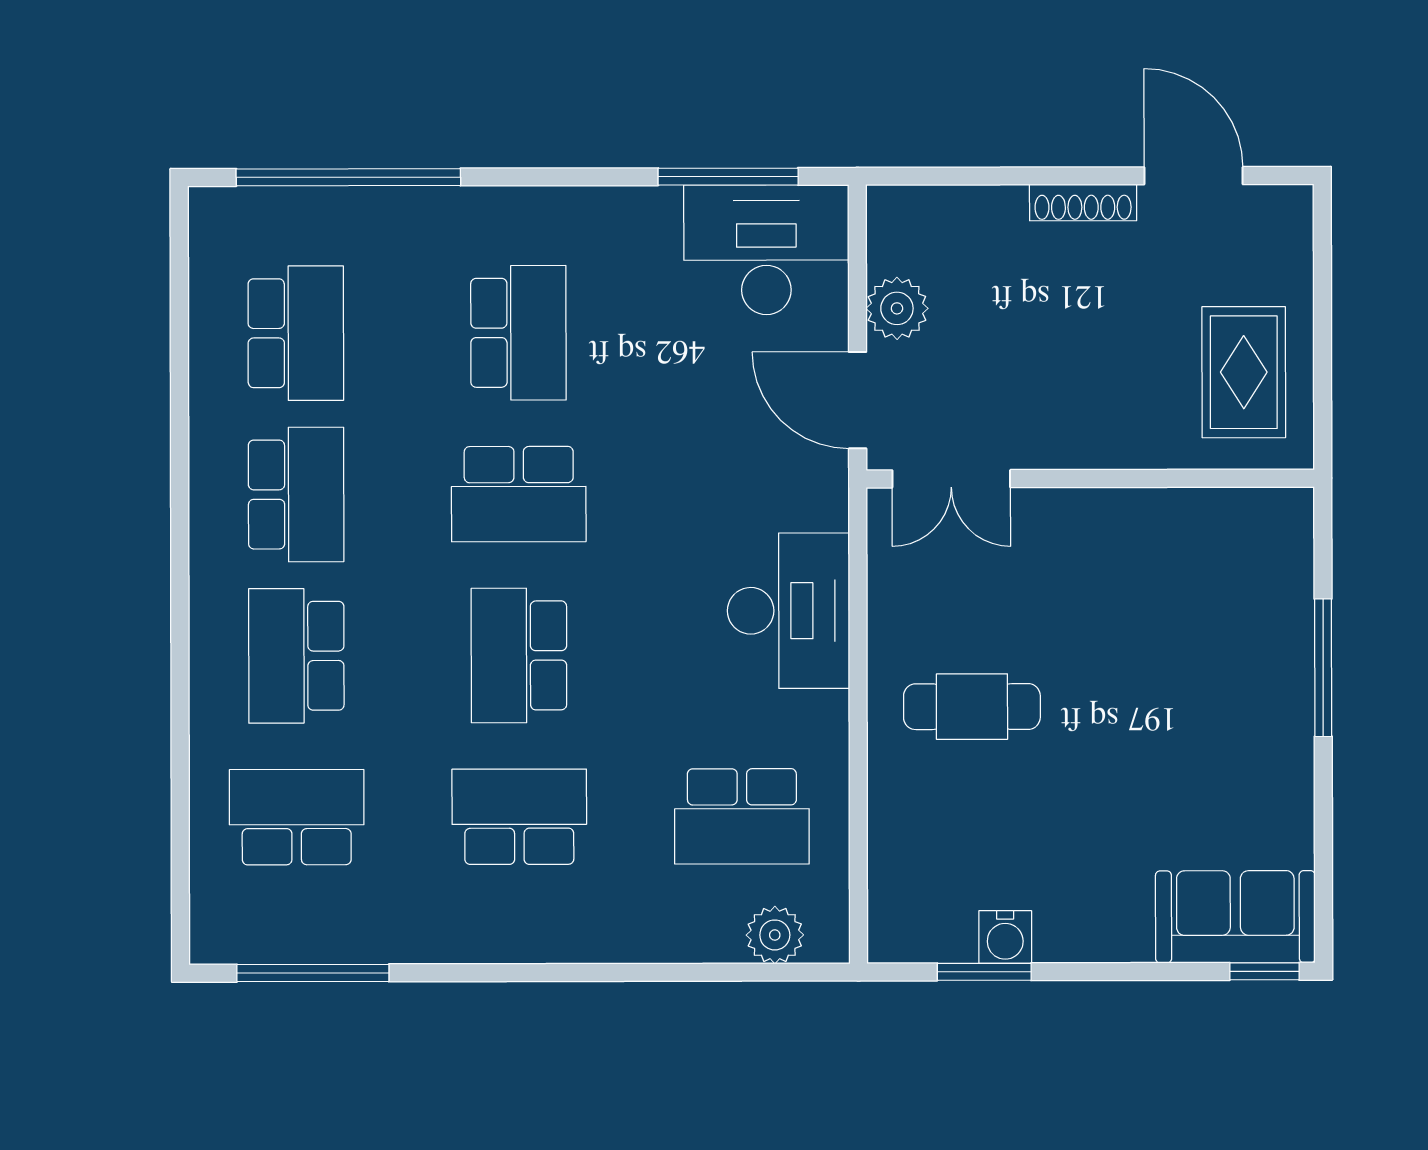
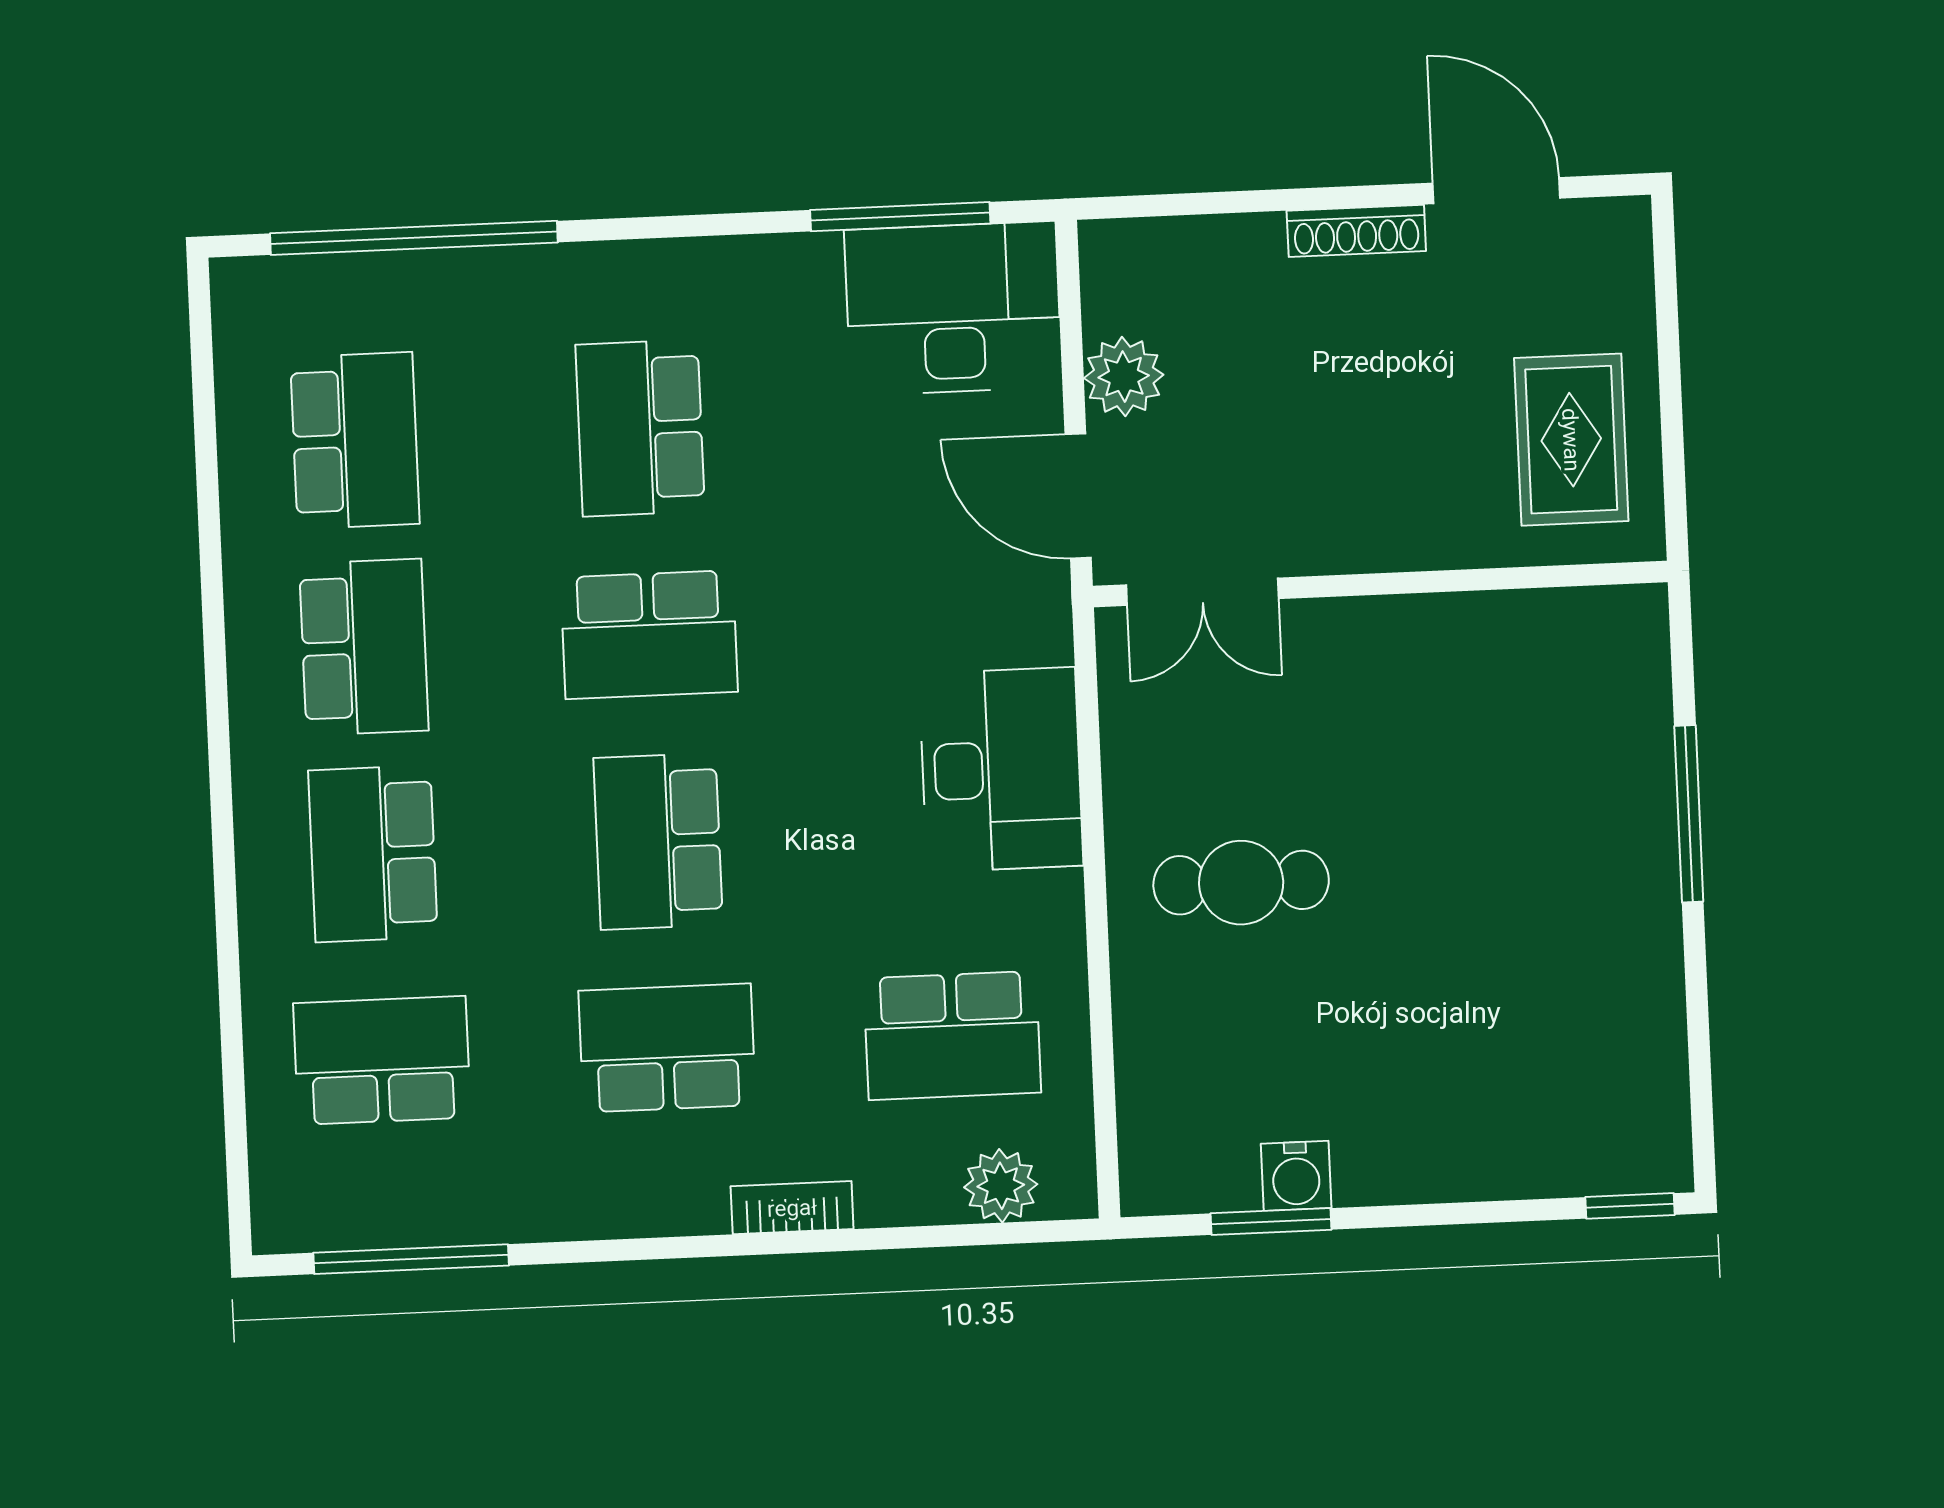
school desk: (518, 333) -> (640, 428), turned 180
sofa: (1235, 917) -> (1590, 1138), removed
bookcase: (611, 945) -> (792, 1208), added

